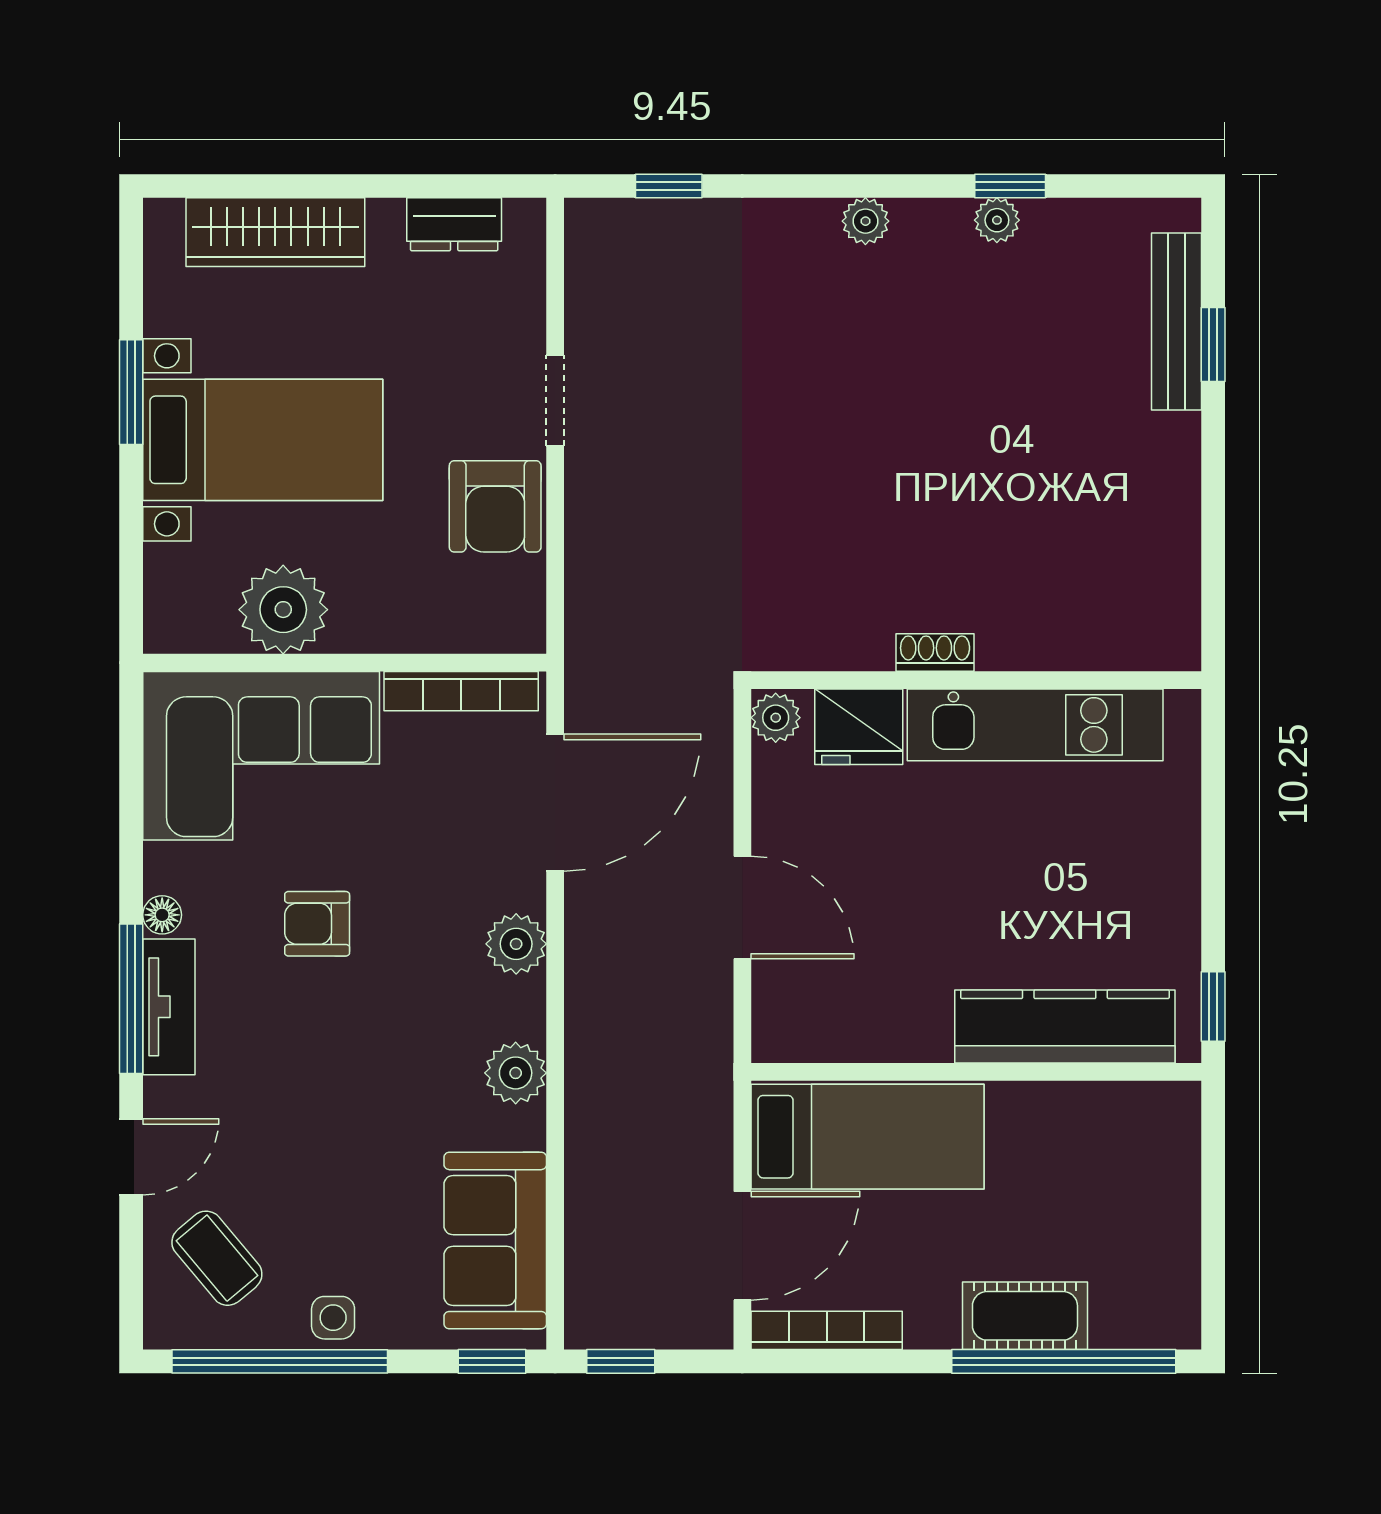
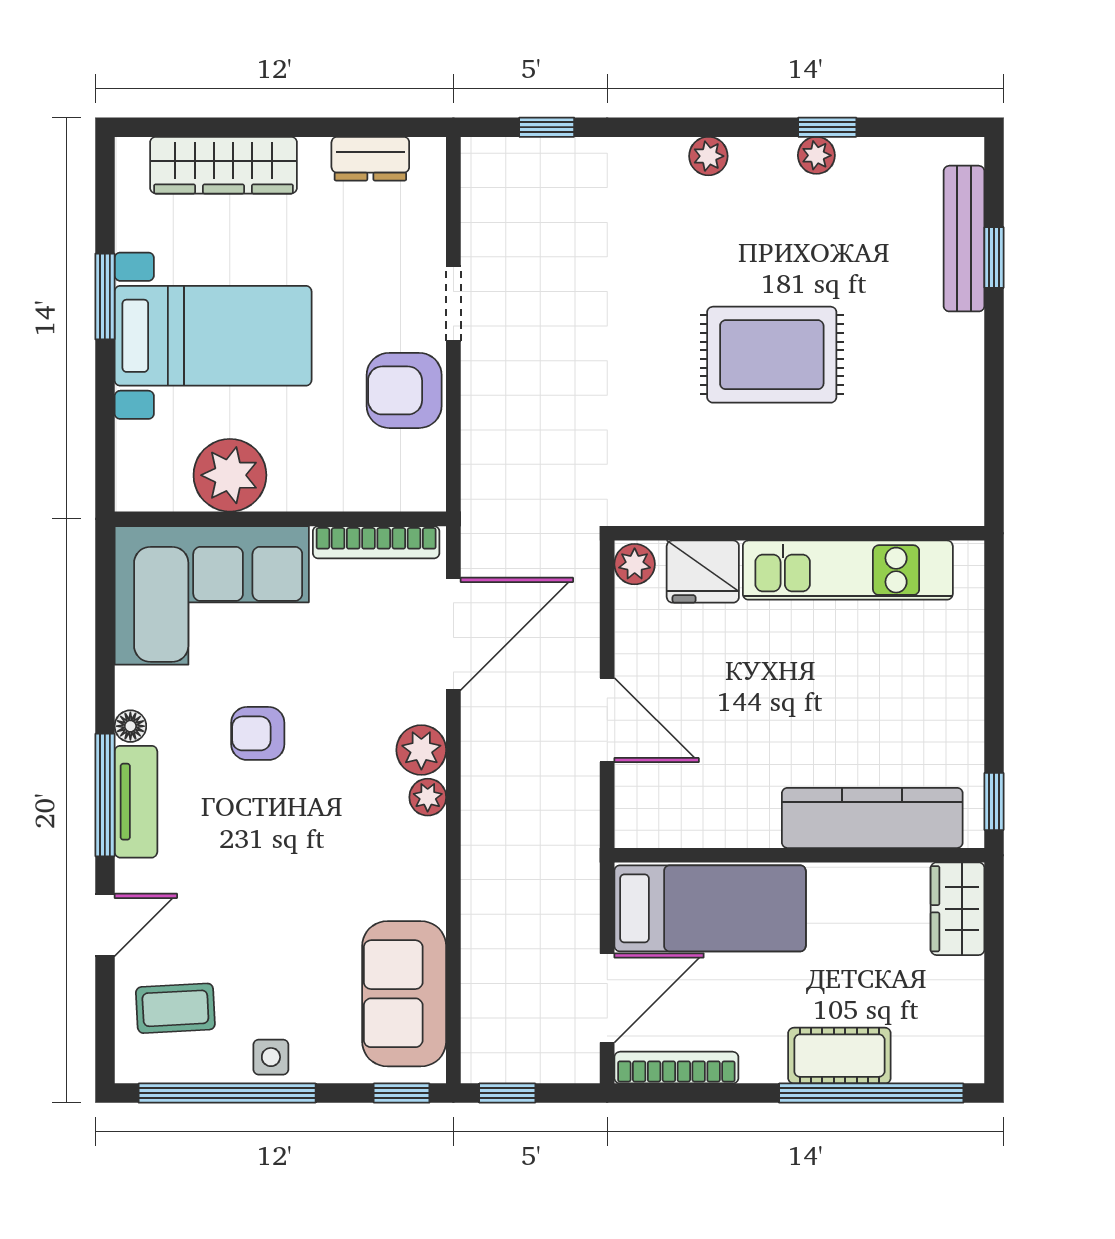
rug: (943, 463) -> (772, 355), added
armchair: (495, 506) -> (404, 390), turned 90
shoe rack: (935, 652) -> (766, 511), removed
plant: (516, 1073) -> (428, 797), moved, width x0.73, depth x0.73
wardrobe: (1169, 1137) -> (958, 909), added
coffee table: (217, 1258) -> (175, 1008), turned -53

